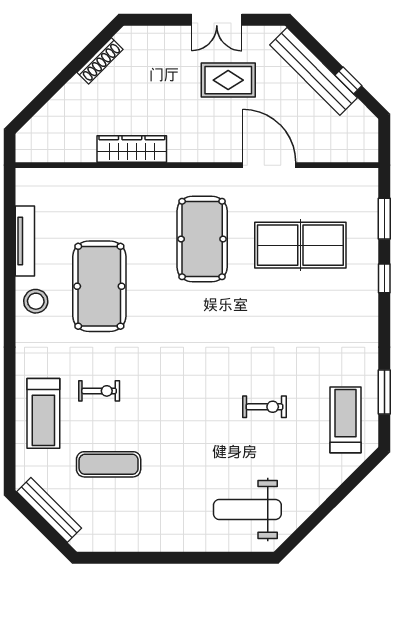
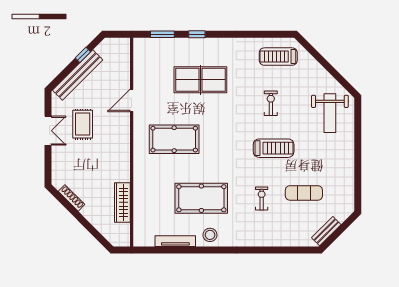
wardrobe: (132, 149) -> (122, 202), moved
door: (269, 165) -> (132, 100), width x0.73
table tennis table: (300, 245) -> (200, 80), moved, turned 90
window: (384, 392) -> (262, 34), removed
treadmill: (43, 413) -> (274, 148), moved
exercise mat: (109, 464) -> (304, 193), turned 90
bench: (49, 510) -> (326, 231), width x0.73

